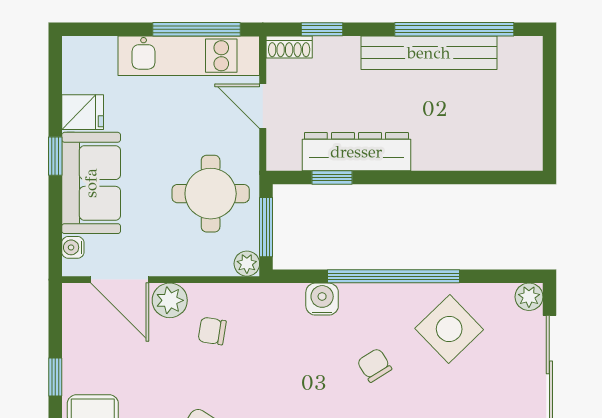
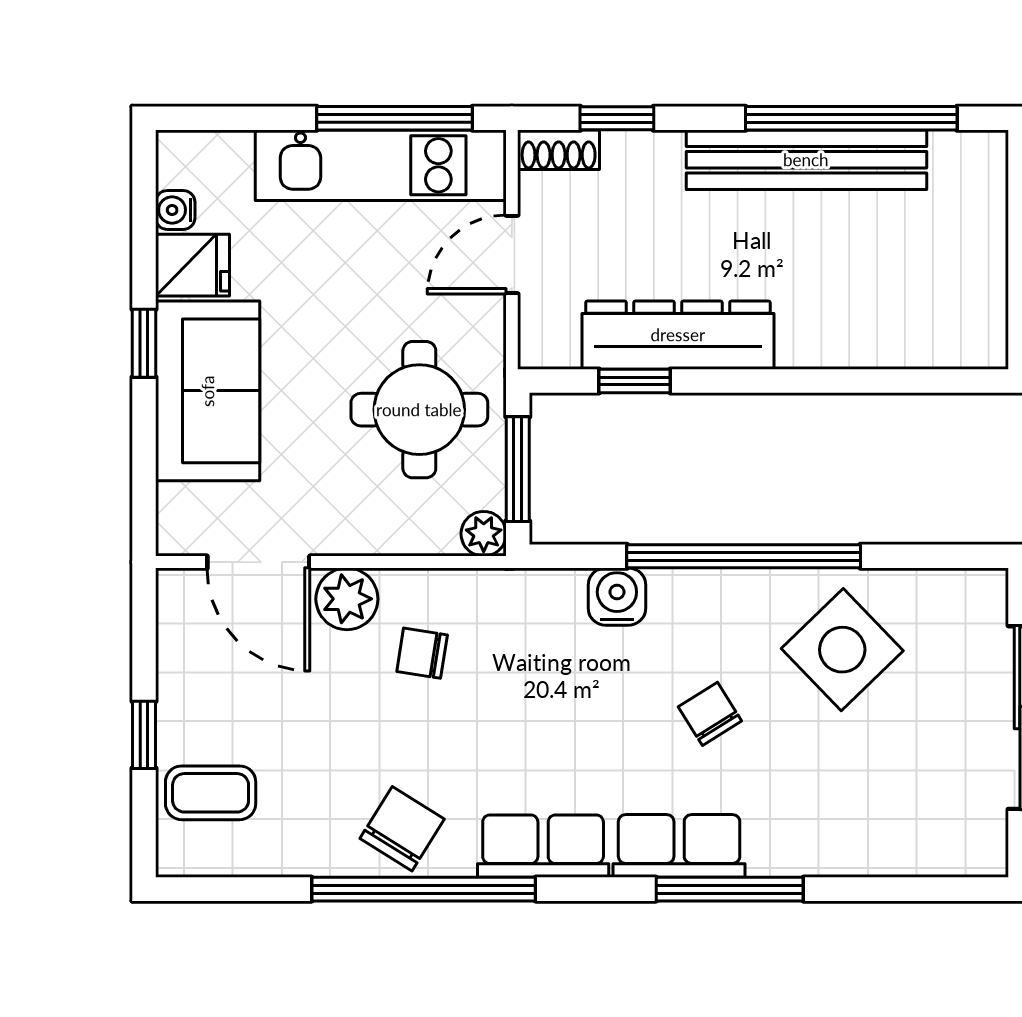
door: (263, 106) -> (512, 254), hinge flipped
water cooler: (73, 247) -> (175, 210), moved
plant: (529, 297) -> (984, 592), removed

